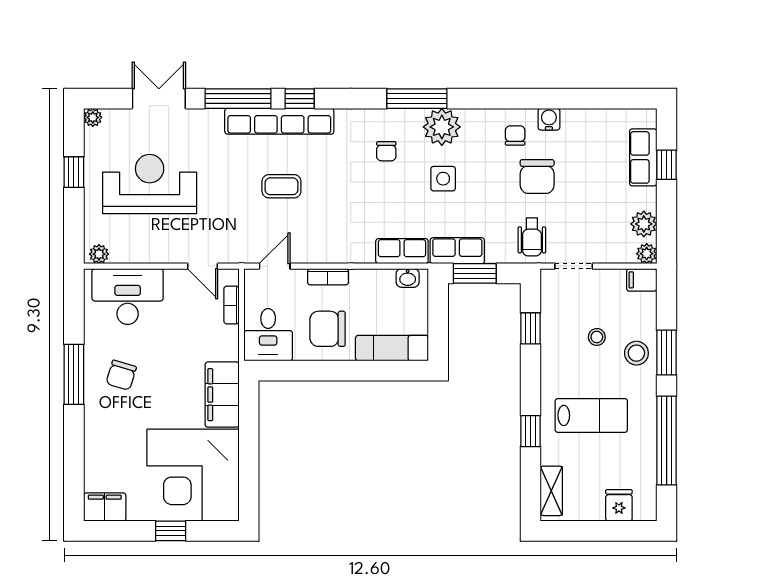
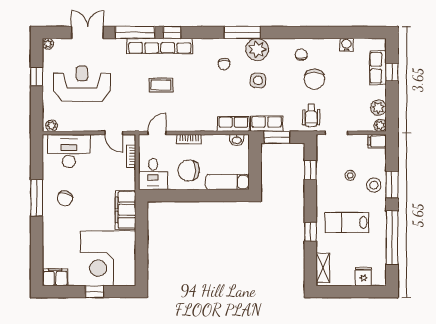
water cooler: (549, 119) -> (346, 45), moved
lab bench: (591, 415) -> (347, 222), turned 180

